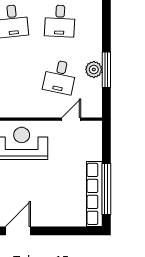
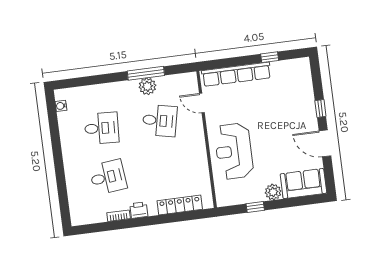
window: (106, 189) -> (270, 57), width x0.32
row of seats: (94, 194) -> (236, 74), moved
window: (51, 231) -> (320, 109), added

